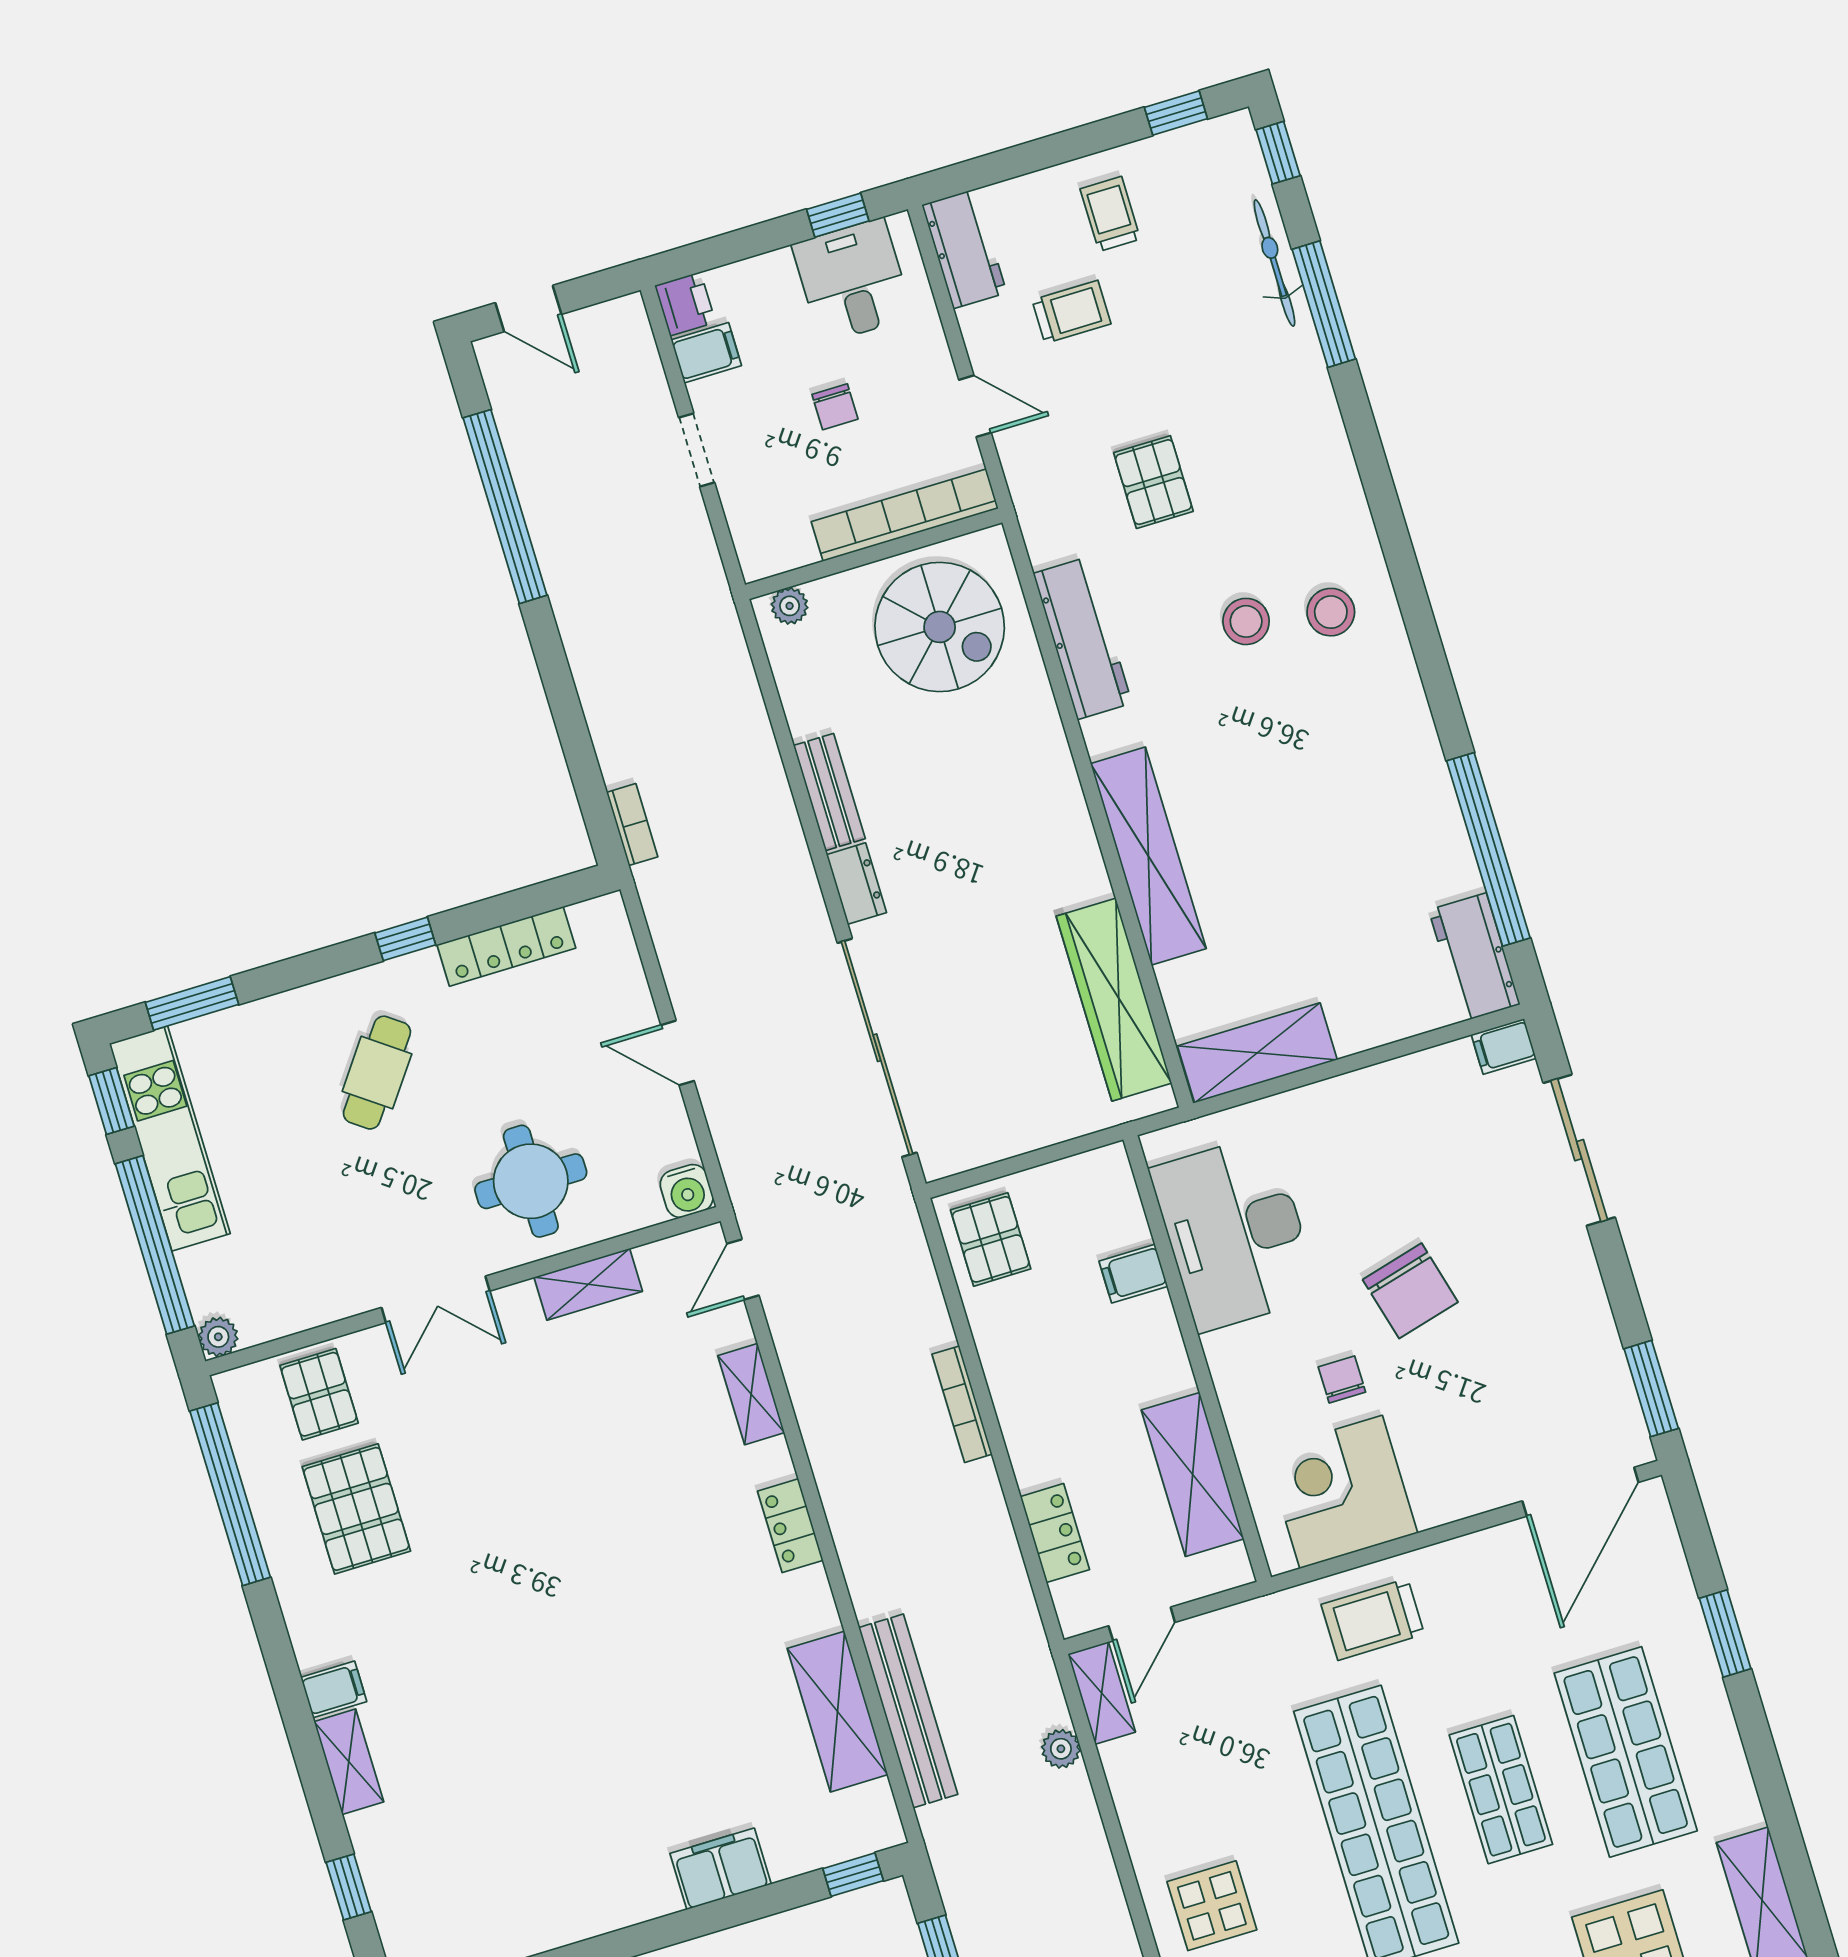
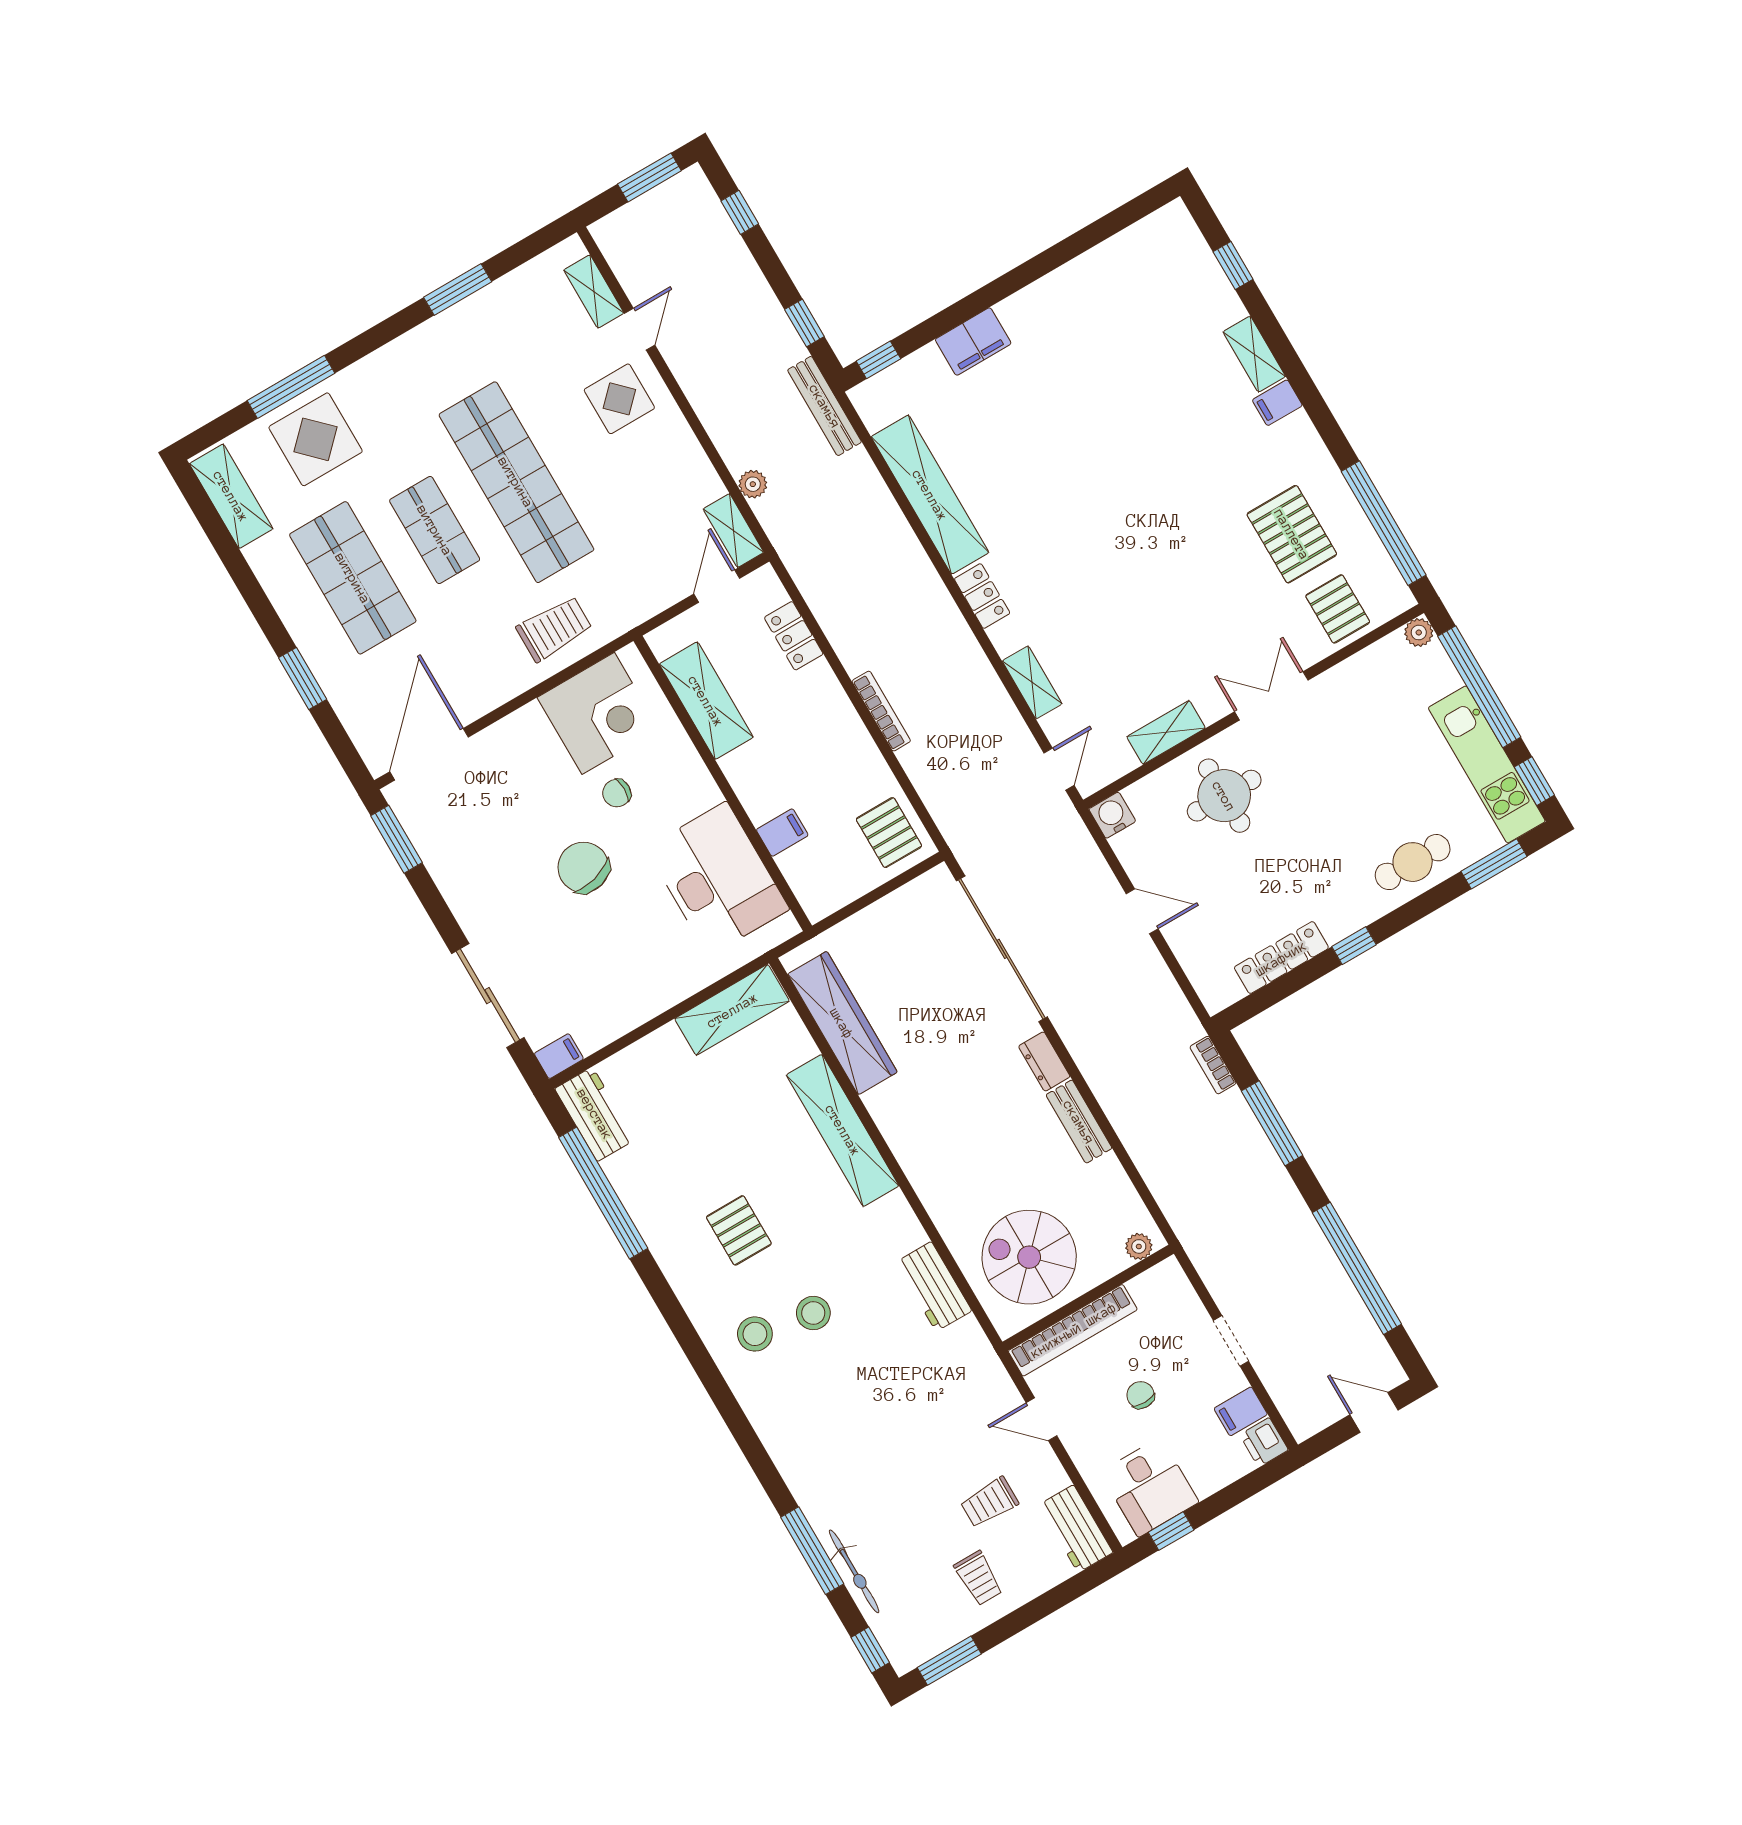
window: (1176, 113) -> (949, 1661), width x1.50
pallet: (1153, 482) -> (739, 1230), moved
workbench: (1083, 638) -> (934, 1286), width x0.73
window: (572, 728) -> (1272, 1123), added
cafe table: (377, 1073) -> (1413, 862), moved, turned 54
chair: (1342, 1380) -> (617, 793), turned 90
bench: (908, 1711) -> (825, 406), moved, width x0.73, depth x0.82
shelving: (838, 1712) -> (930, 495), width x1.47

